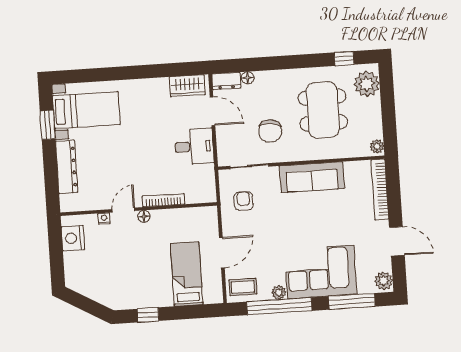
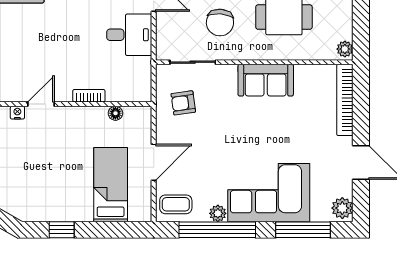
sofa: (312, 177) -> (266, 80), width x0.73
bookcase: (163, 200) -> (89, 96), width x0.64
armchair: (244, 201) -> (183, 103), turned -98
floor lamp: (144, 216) -> (115, 113), moved

